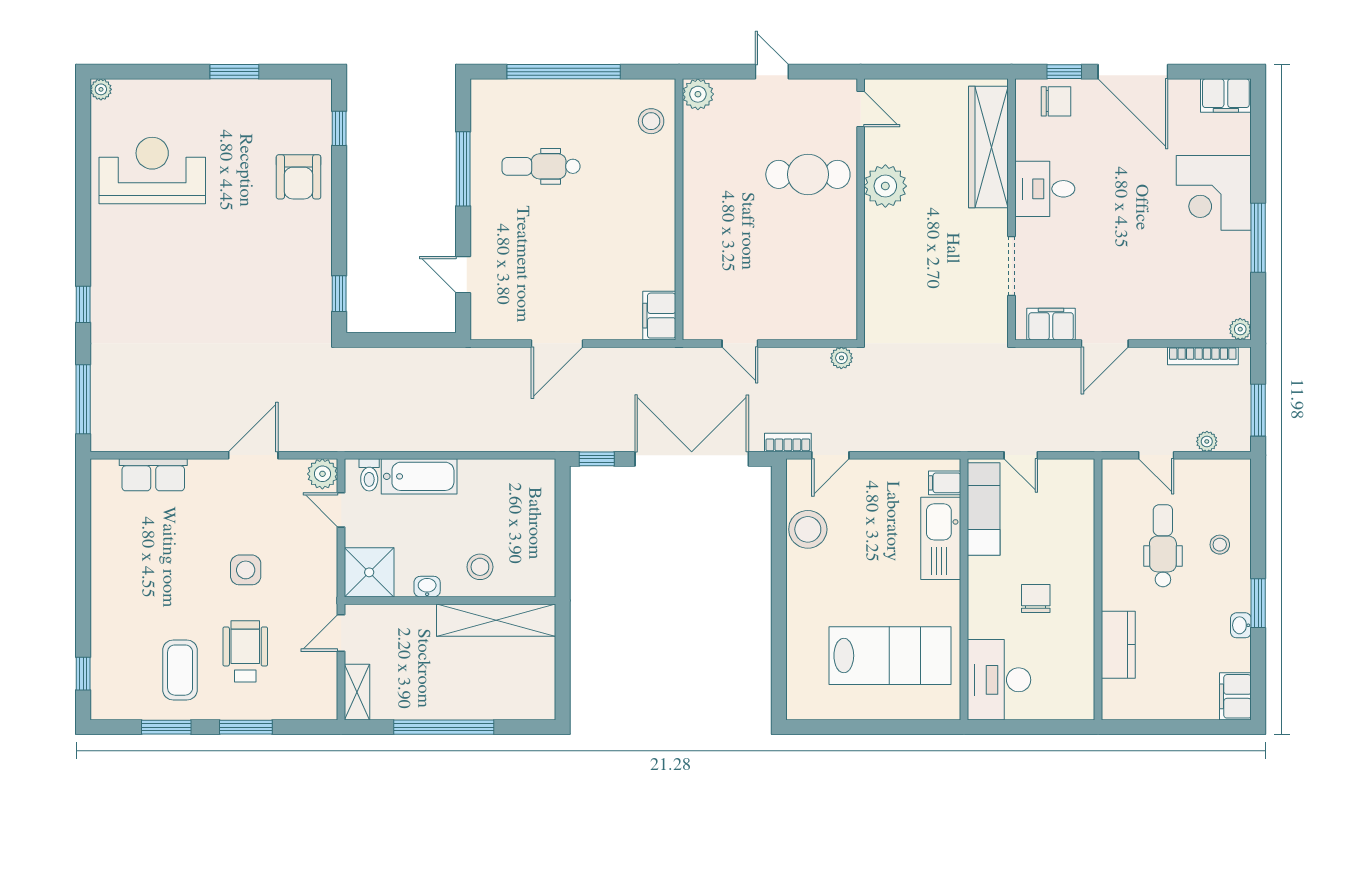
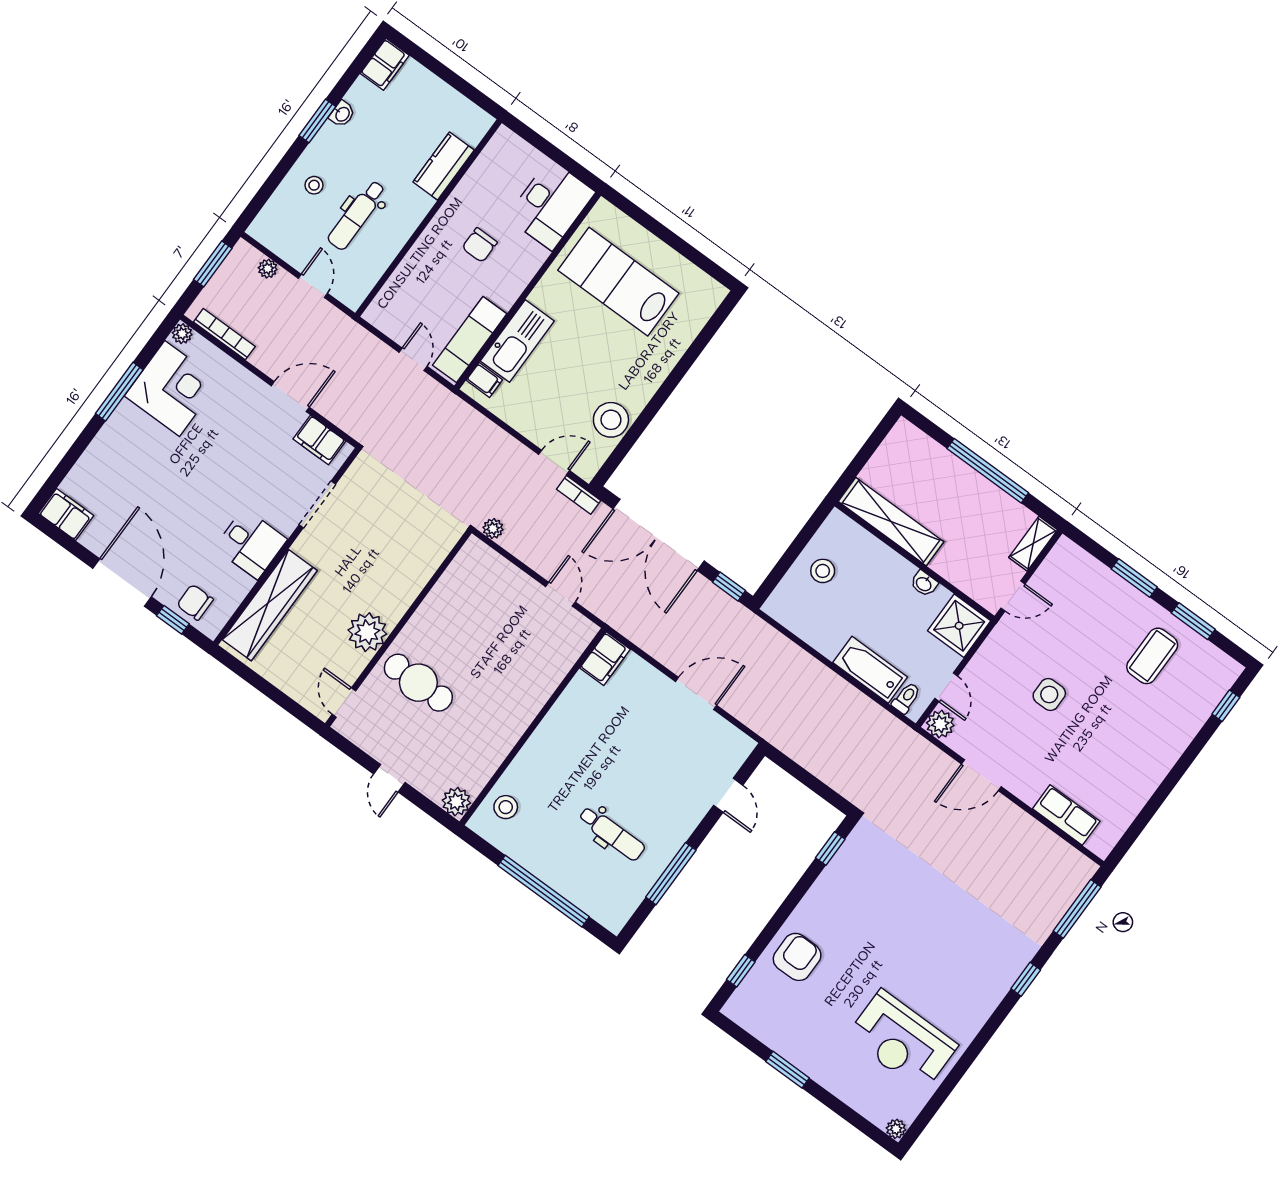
corner desk: (1214, 193) -> (172, 388), moved
stool: (480, 567) -> (823, 571), moved
wheelchair: (245, 651) -> (1094, 634), removed

